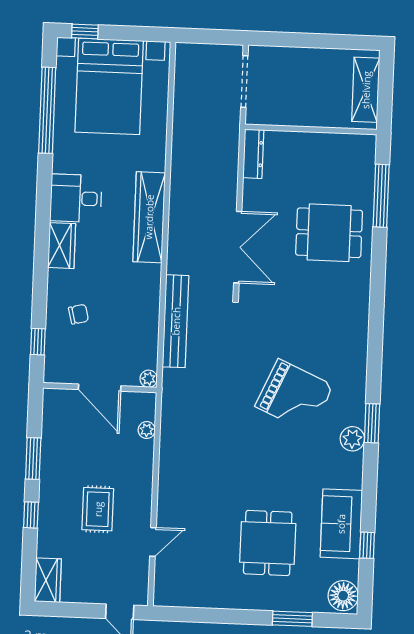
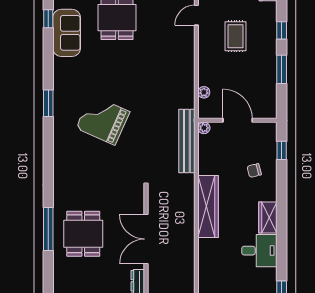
window: (381, 196) -> (48, 229), moved
wardrobe: (149, 217) -> (208, 207), moved
dining table: (329, 233) -> (83, 234), turned 90
double door: (238, 247) -> (146, 239), moved
bench: (176, 321) -> (187, 141), moved
plant: (352, 439) -> (61, 92), removed

